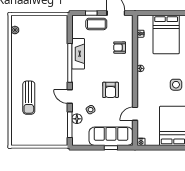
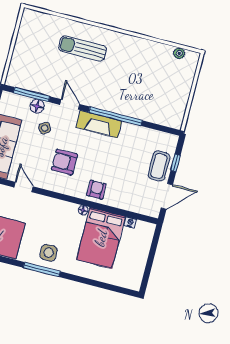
bed: (166, 34) -> (101, 238), moved, turned -90
armchair: (120, 48) -> (96, 190), moved
fireplace: (78, 54) -> (99, 124), moved
door: (70, 97) -> (70, 104), hinge flipped

